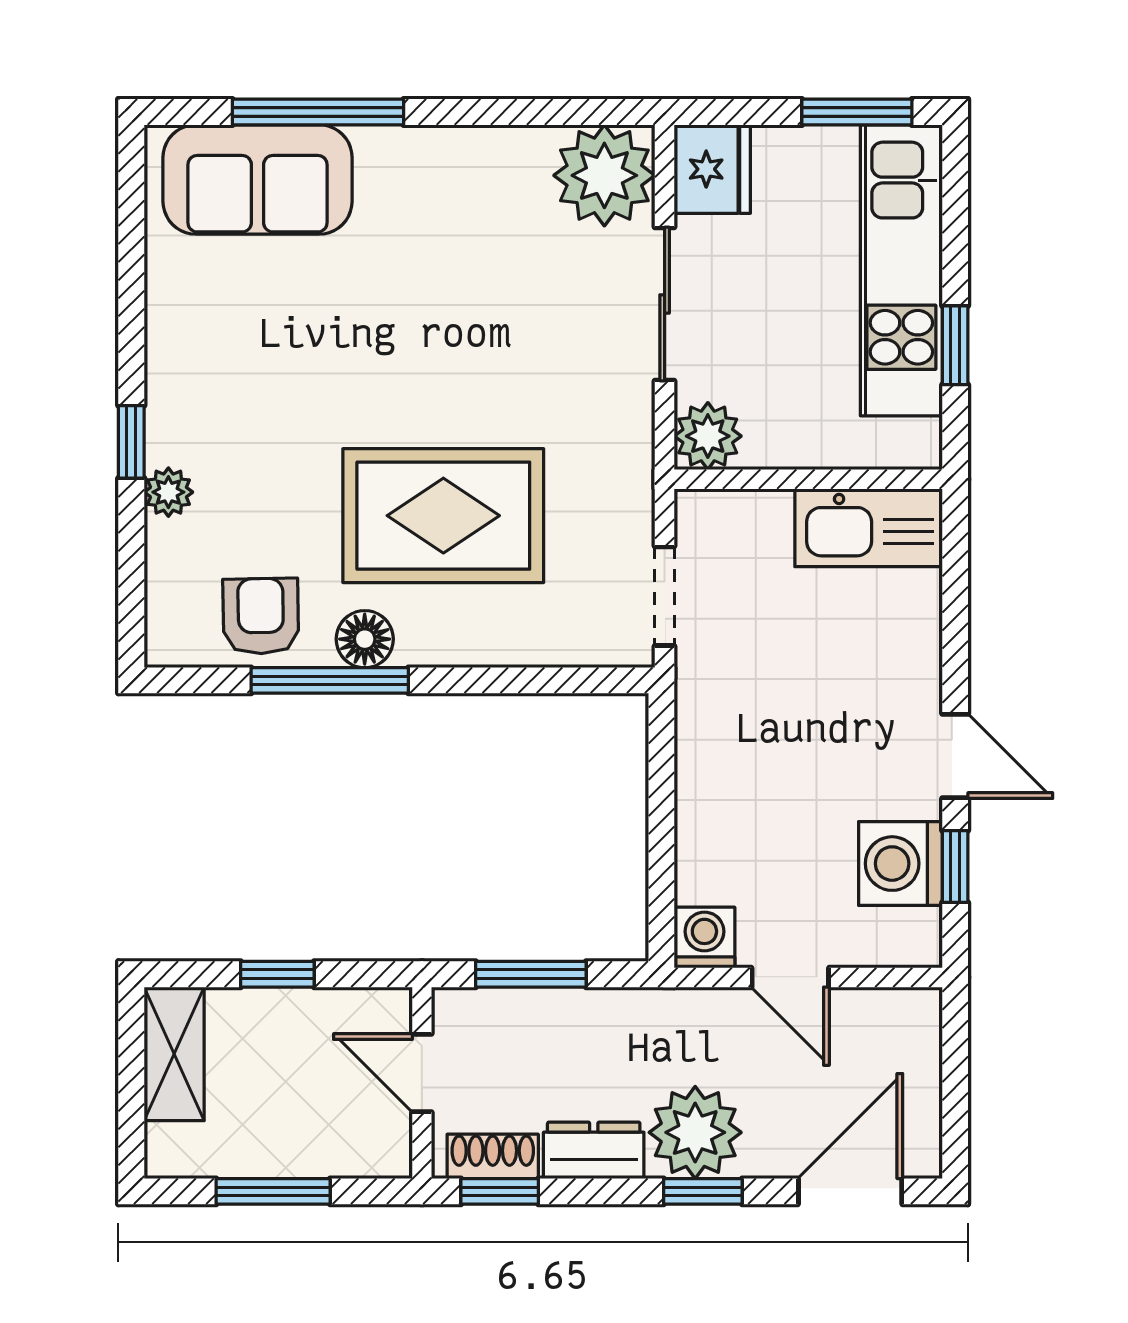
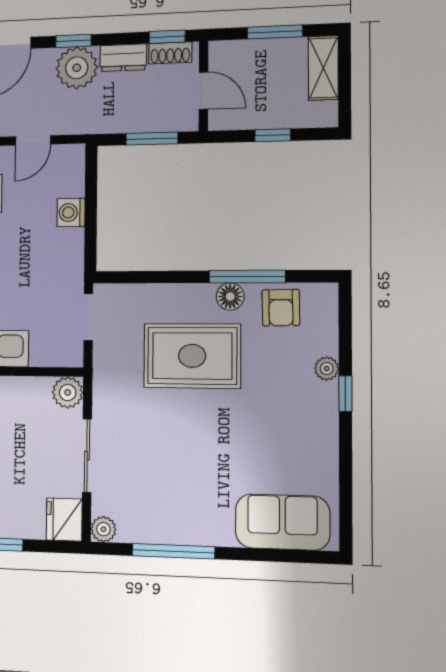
window: (318, 112) -> (173, 551), moved
plant: (604, 175) -> (103, 529), width x0.53, depth x0.53
washing machine: (704, 938) -> (71, 212), moved, turned 90
door: (790, 977) -> (33, 140), swing flipped
shelving: (174, 1054) -> (323, 68), moved

